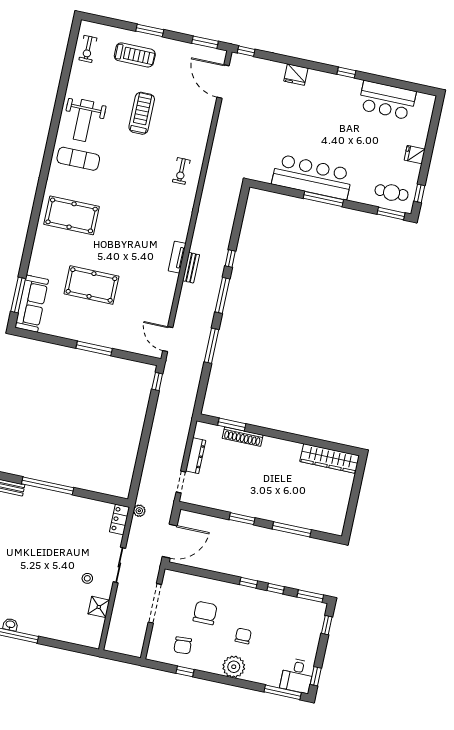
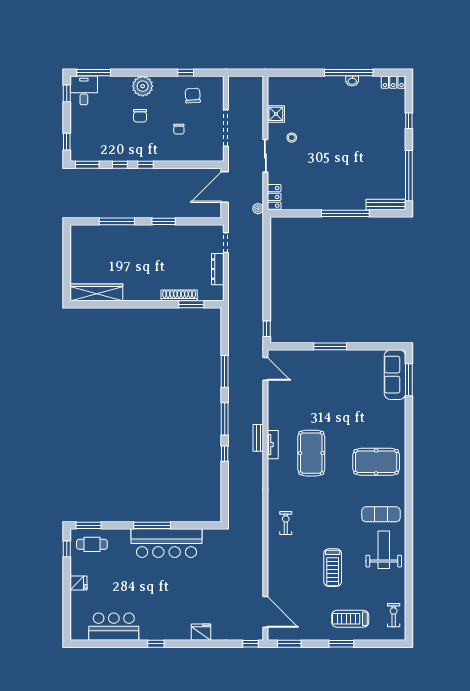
pool table: (91, 285) -> (311, 453), moved, turned 90
chair: (205, 613) -> (179, 129), width x0.54, depth x0.54

